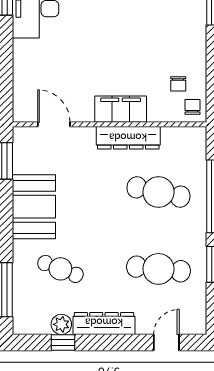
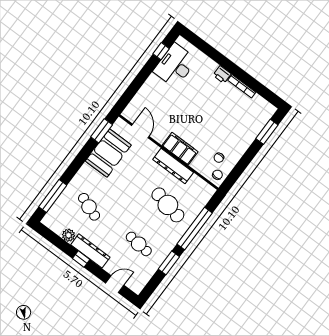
booth: (34, 207) -> (108, 153), moved
cafe table: (158, 269) -> (139, 244), width x0.73, depth x0.74
window: (63, 342) -> (81, 259), moved

